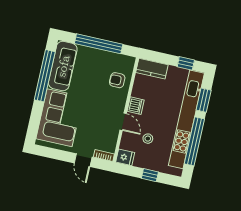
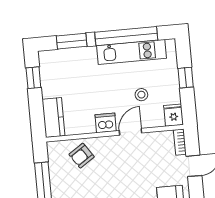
armchair: (117, 80) -> (82, 156), turned 56
kitchen unit: (186, 119) -> (132, 52), width x0.54

